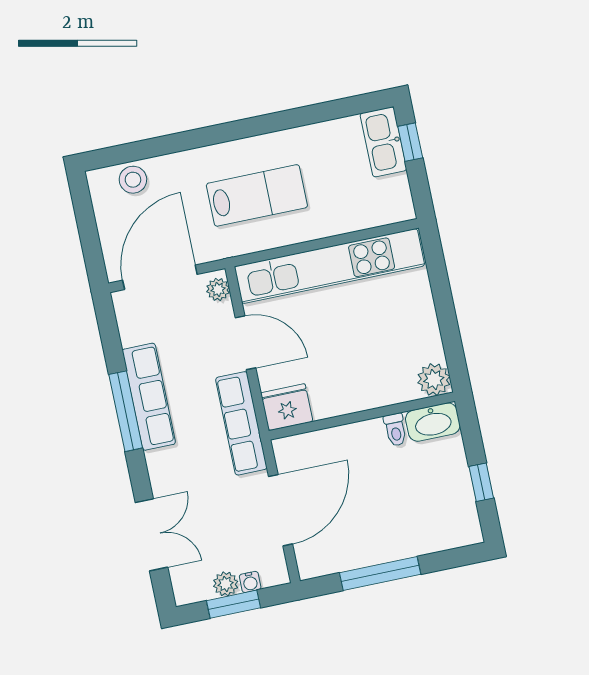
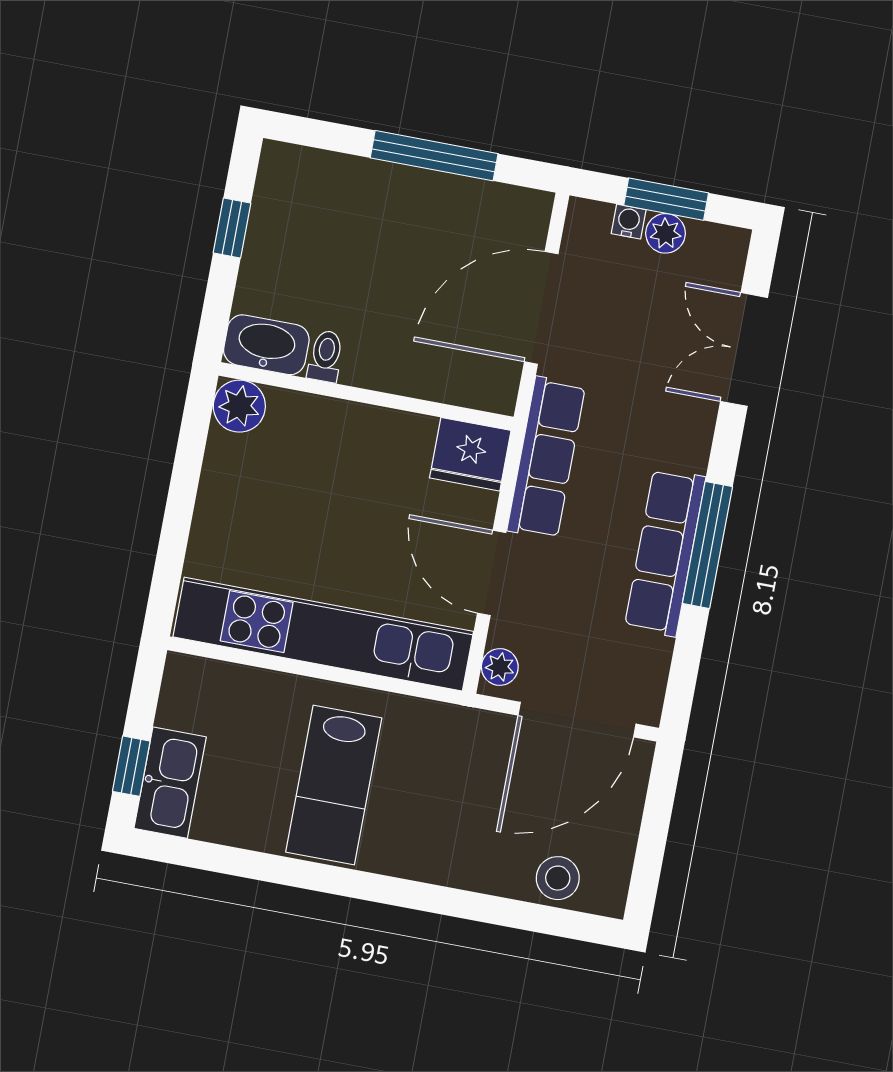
lab bench: (257, 195) -> (334, 785), moved, turned -90

